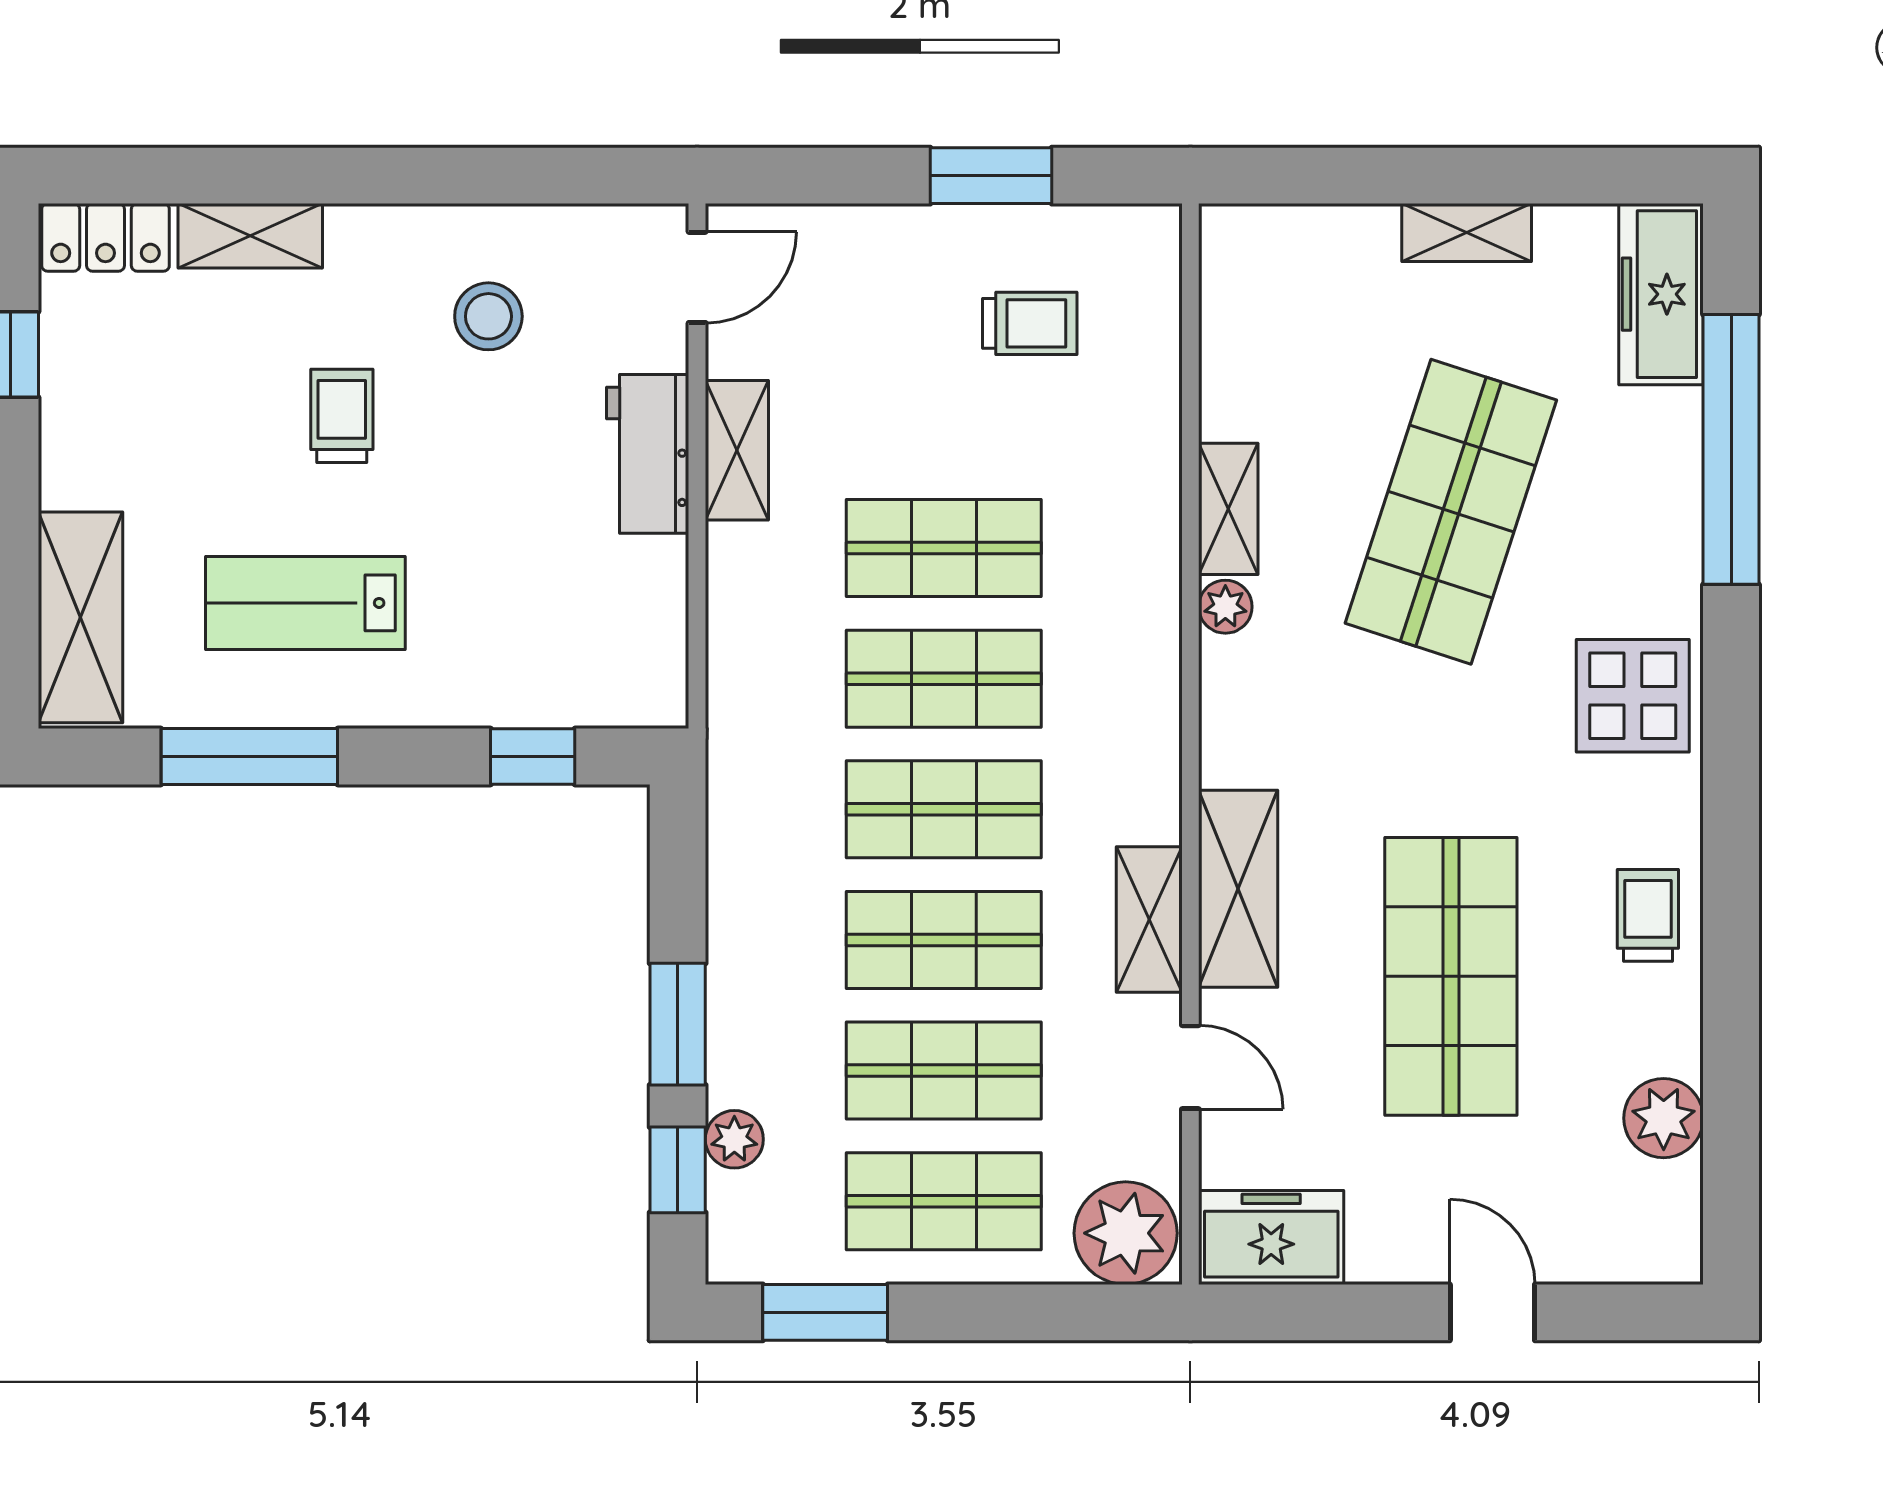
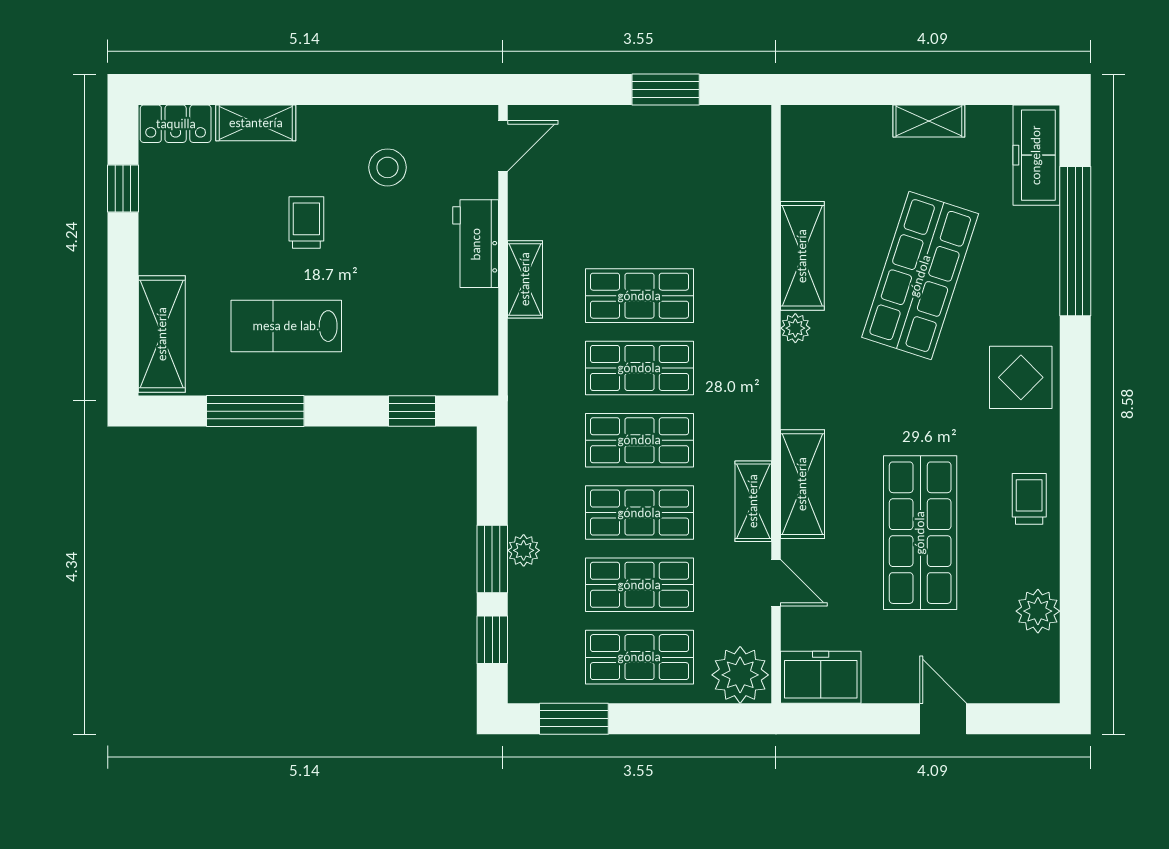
trolley: (1030, 323) -> (687, 171), removed
shelving: (737, 450) -> (525, 279), moved
shelving: (1228, 509) -> (802, 256), width x1.50, depth x1.33
plant: (734, 1139) -> (524, 550), moved

